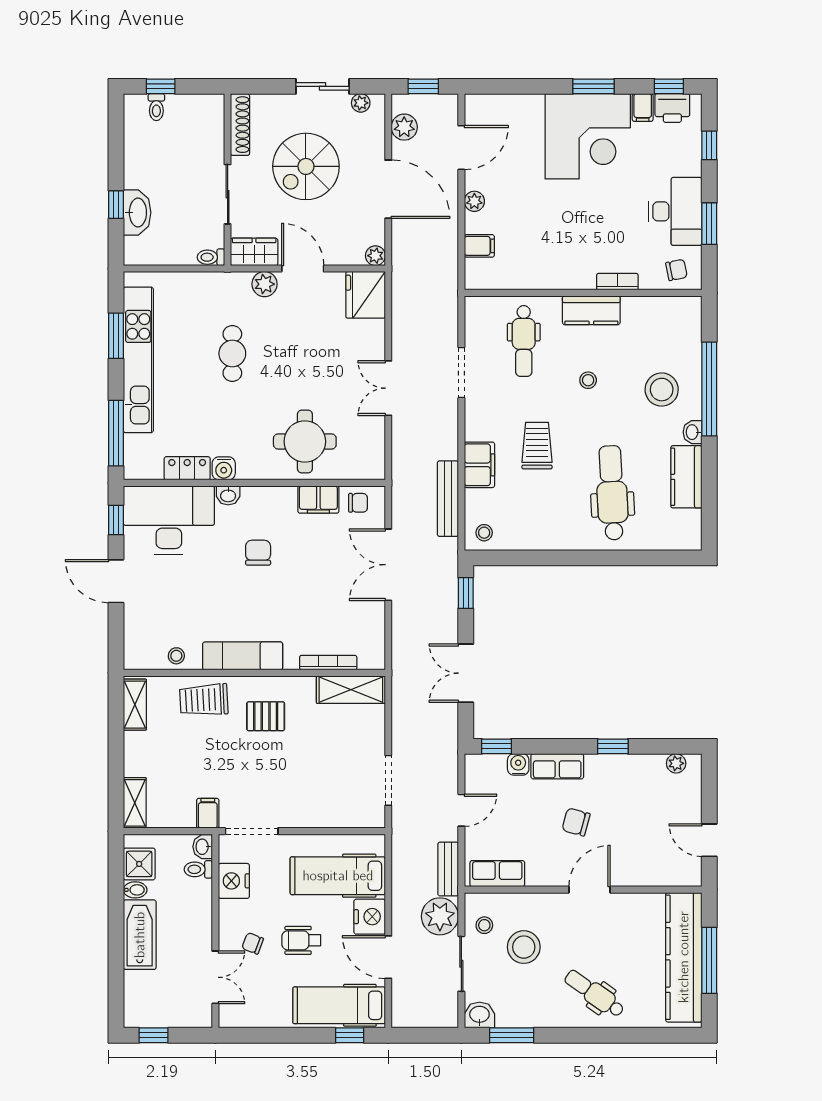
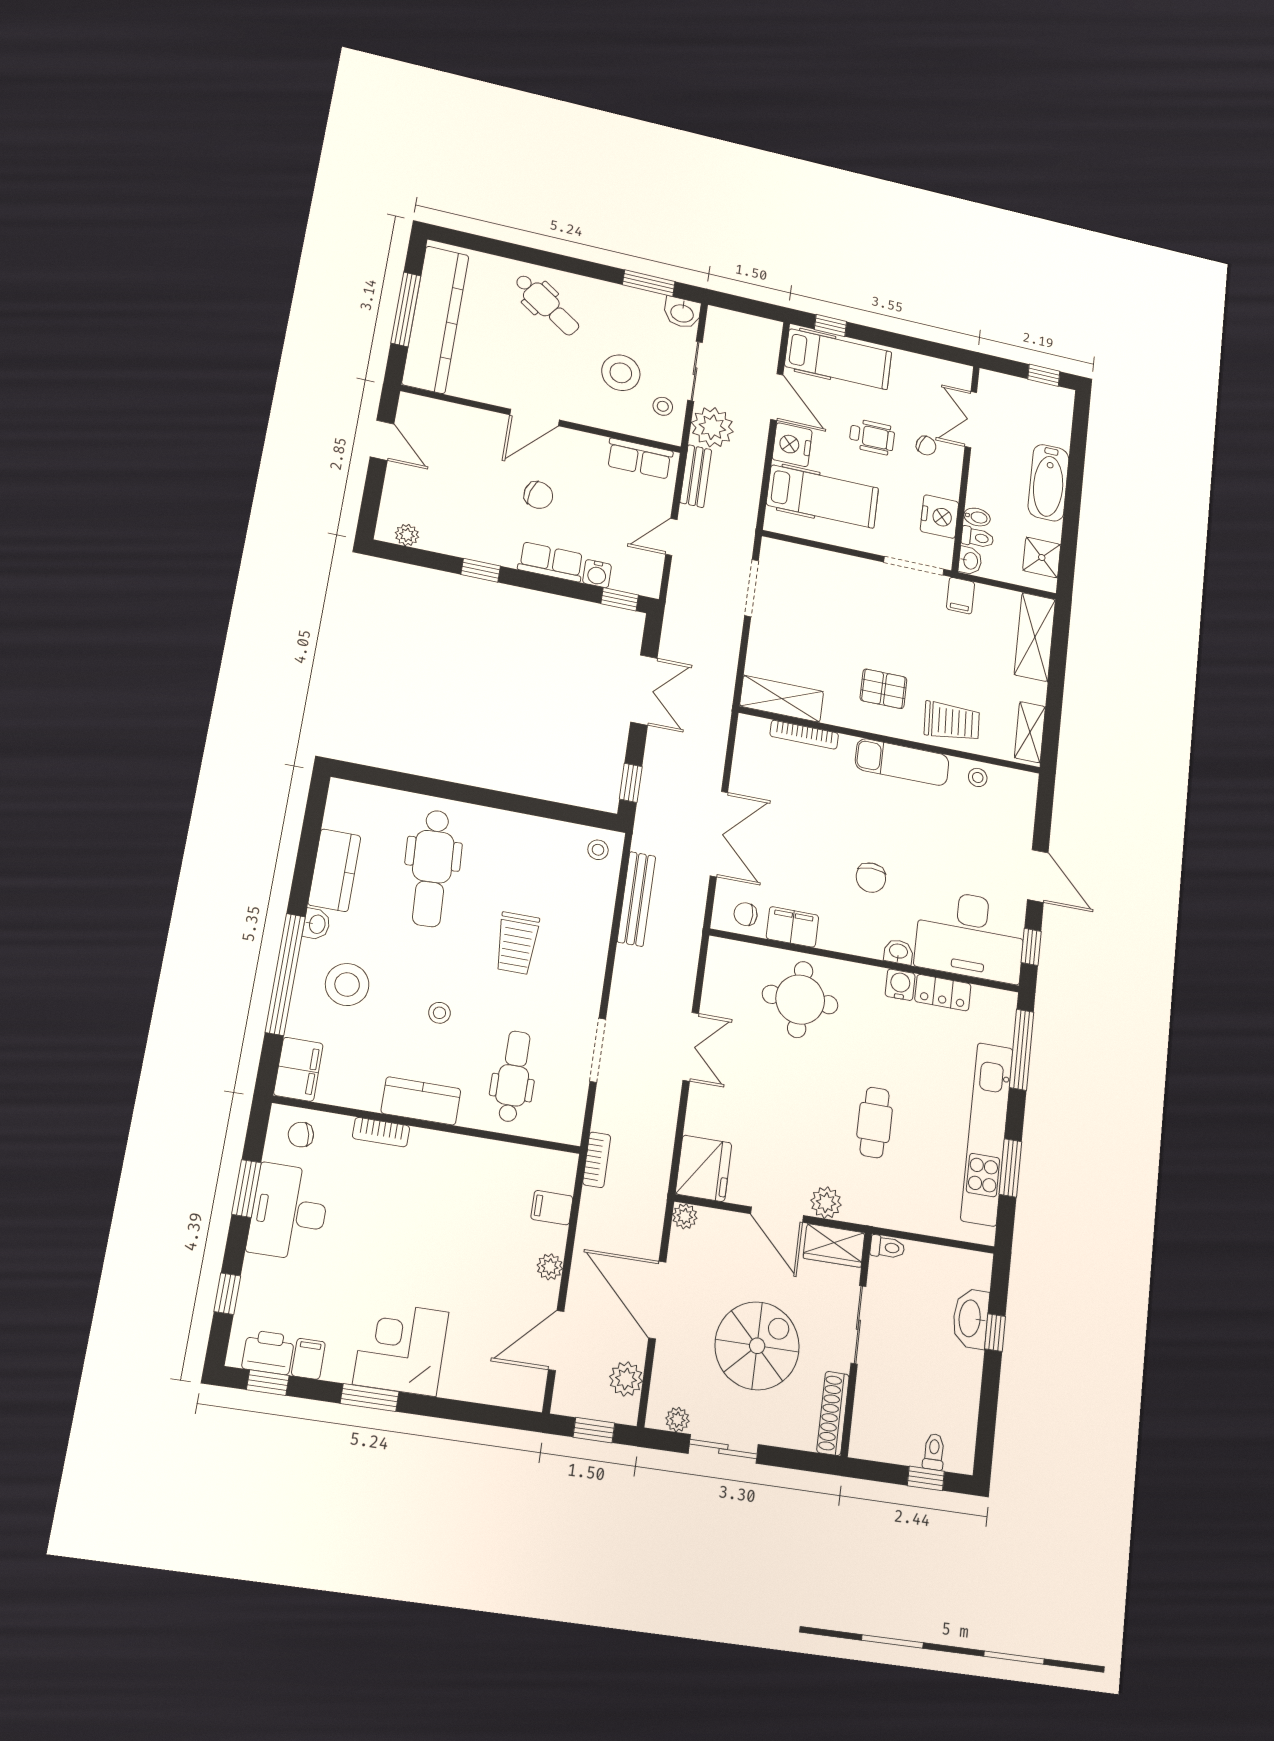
corner desk: (588, 136) -> (401, 1348), width x0.74, depth x0.74
bookcase: (450, 288) -> (597, 1160), added
filing cabinet: (479, 465) -> (298, 1069), moved, turned 180
shelving: (135, 803) -> (1035, 637), width x1.50, depth x1.33
bidet: (135, 890) -> (977, 517), moved, turned 180

